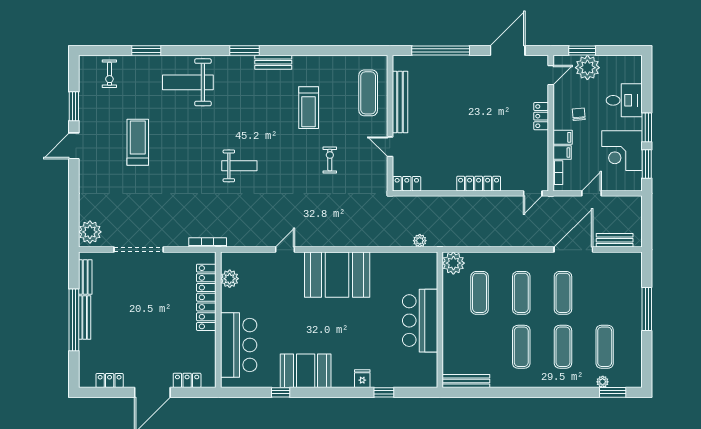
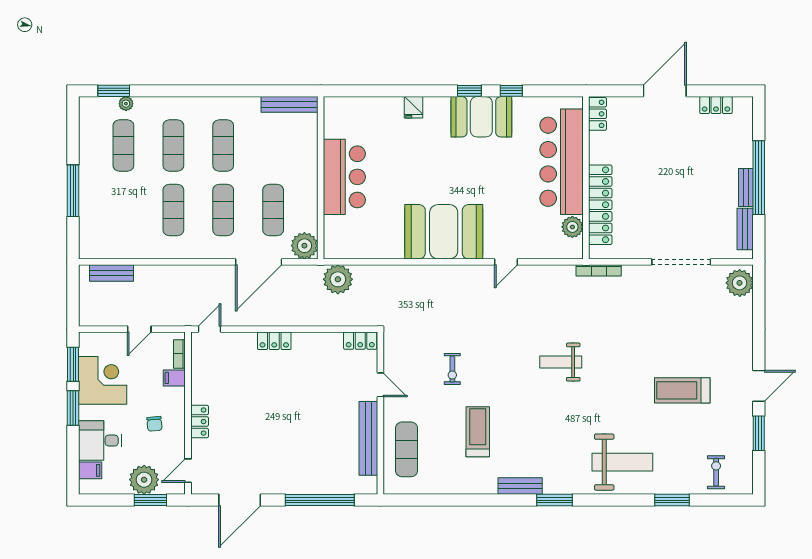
filing cabinet: (563, 137) -> (90, 470), moved, turned 180
treadmill: (138, 142) -> (682, 390), turned 90
locker: (479, 184) -> (274, 341), width x0.66
plant: (420, 241) -> (338, 279), width x1.88, depth x1.88
door: (573, 250) -> (259, 262), moved
bench: (85, 318) -> (746, 187), width x0.73
bar counter: (239, 345) -> (562, 162), width x1.36
locker: (187, 380) -> (598, 114), moved, turned -90
window: (384, 392) -> (469, 91), moved

